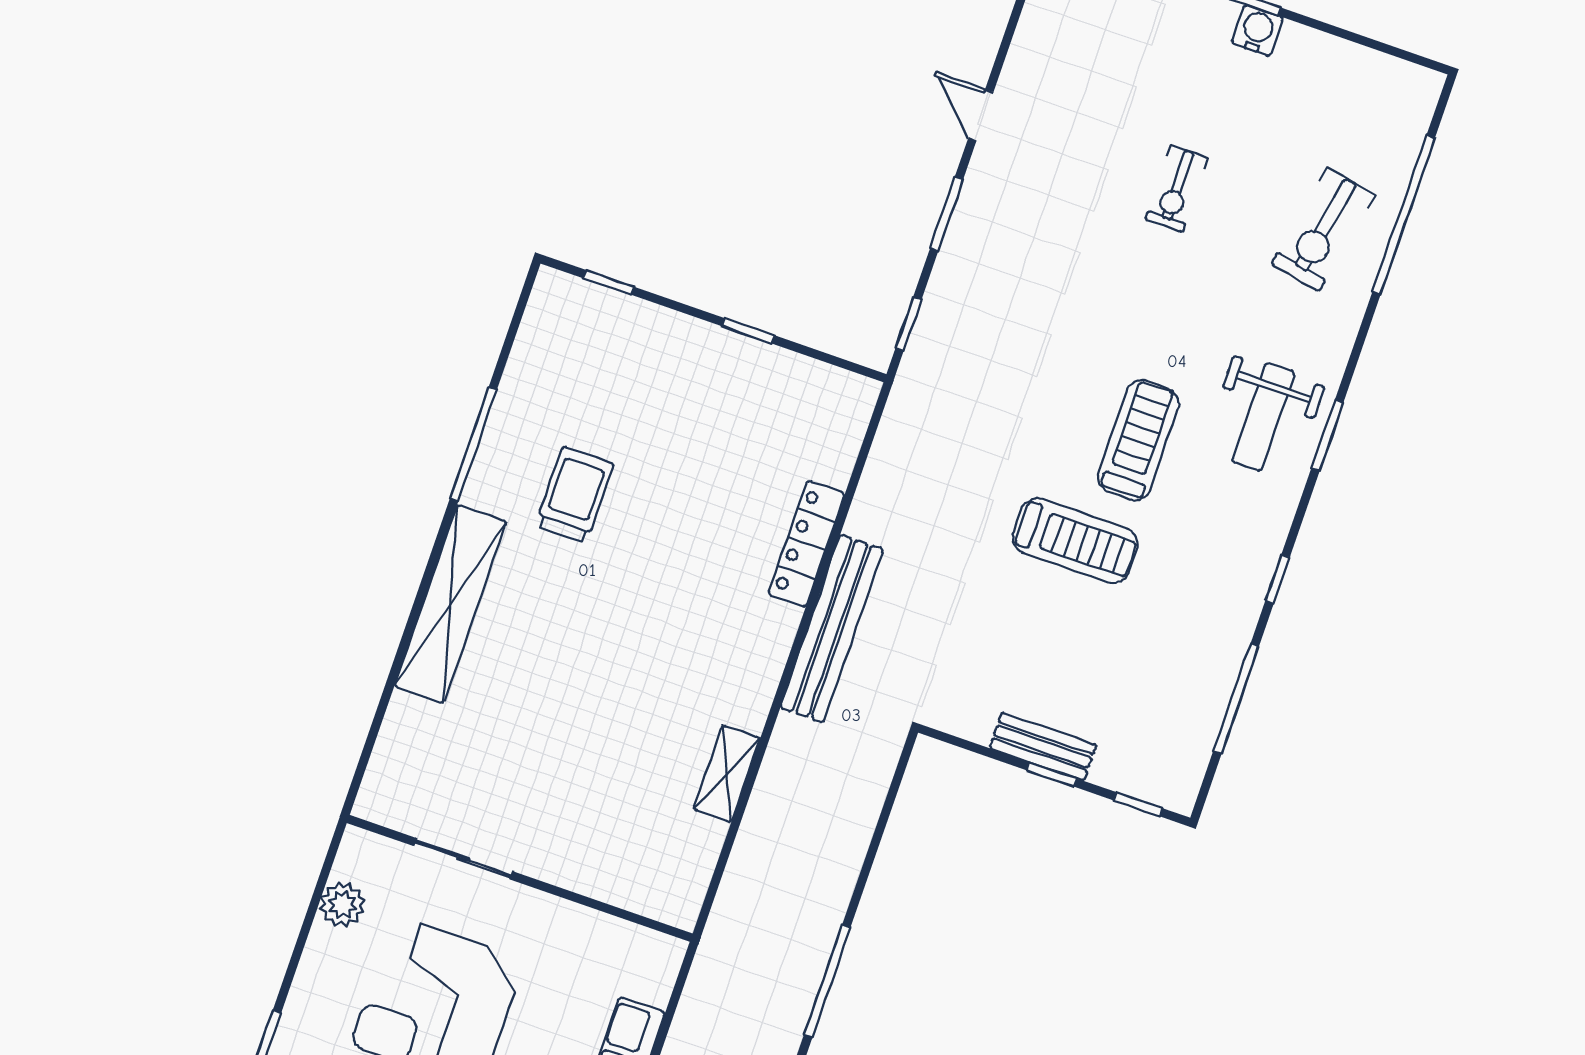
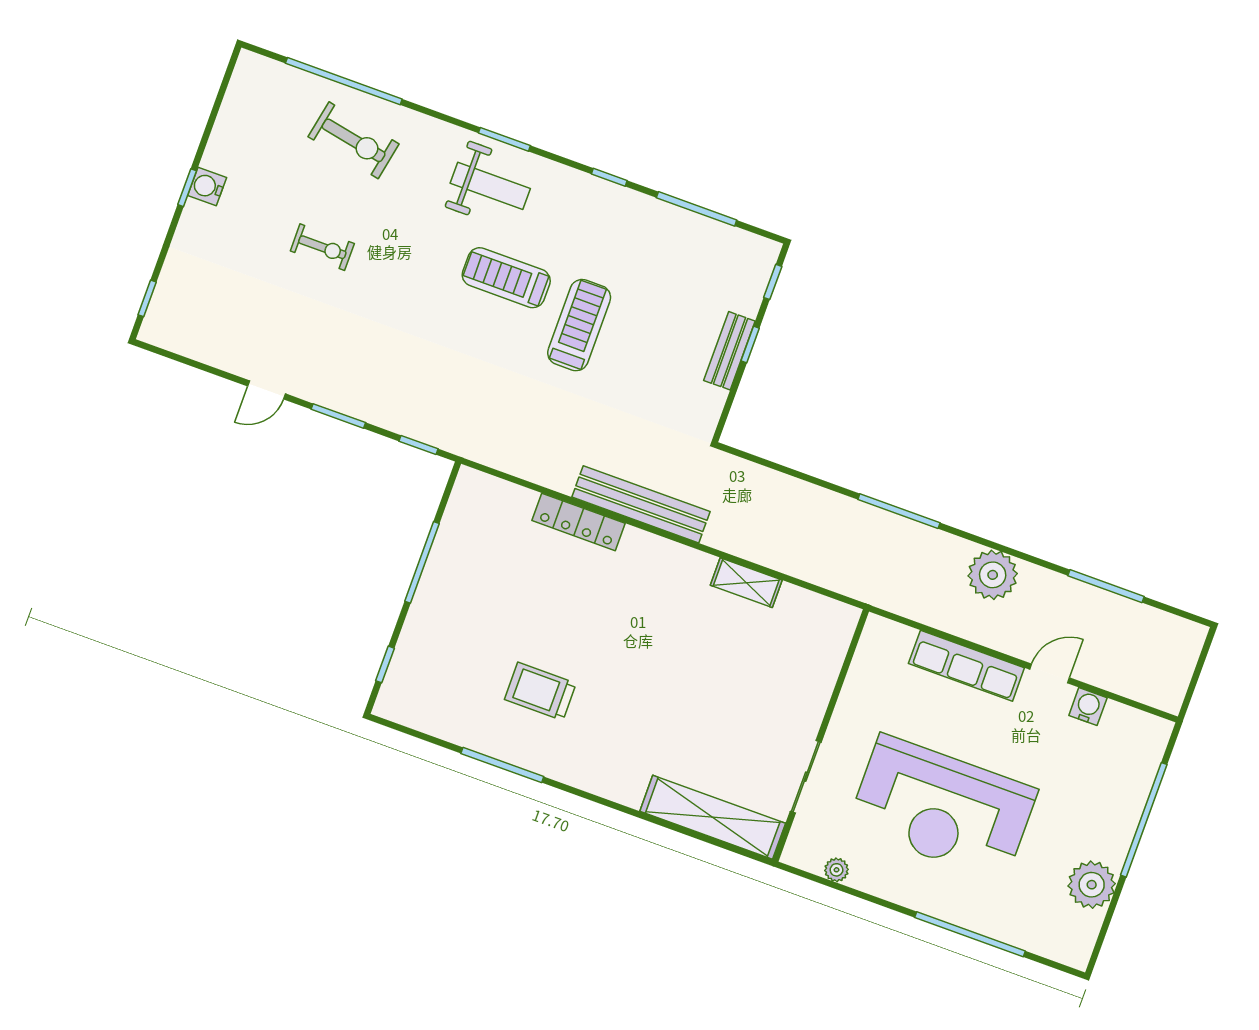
window: (748, 331) -> (422, 562), width x2.17
shelving: (450, 604) -> (713, 817), moved
plant: (342, 904) -> (837, 870), width x0.73, depth x0.73

